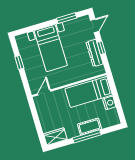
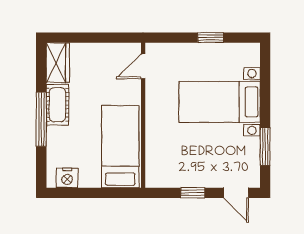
dresser: (95, 53) -> (187, 178), removed
door: (44, 93) -> (143, 66), swing flipped
nightstand: (109, 103) -> (67, 178), moved
cot: (89, 127) -> (57, 105), moved

